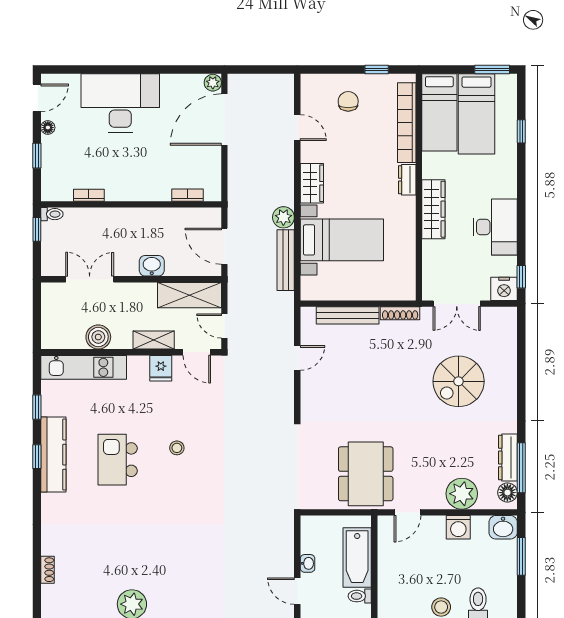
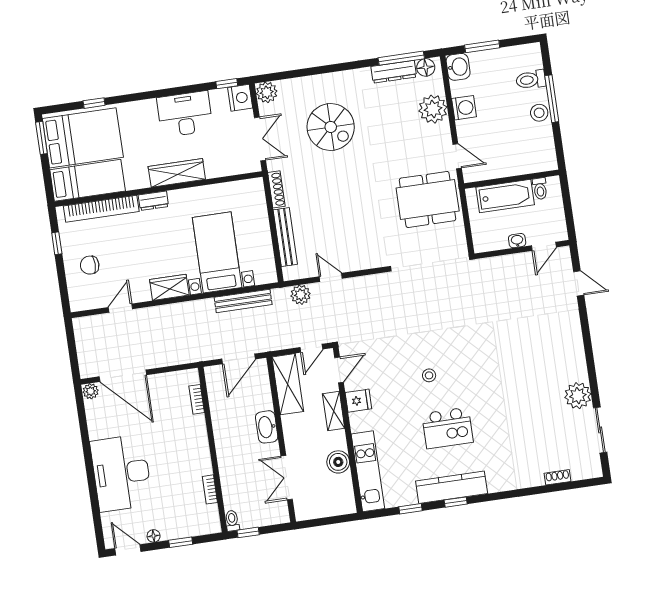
bed: (477, 114) -> (83, 138), width x1.50
plant: (283, 217) -> (301, 295), moved
washbasin: (152, 266) -> (267, 427), width x1.38
plant: (506, 318) -> (267, 92), added

